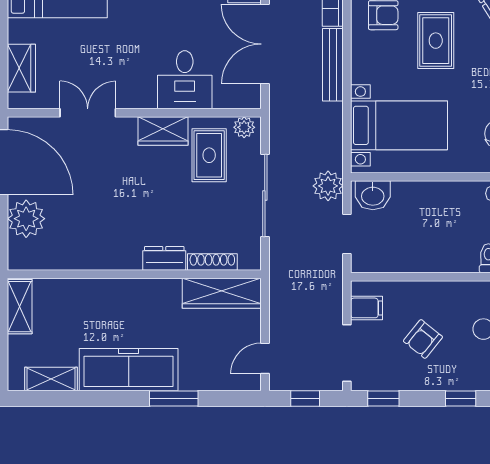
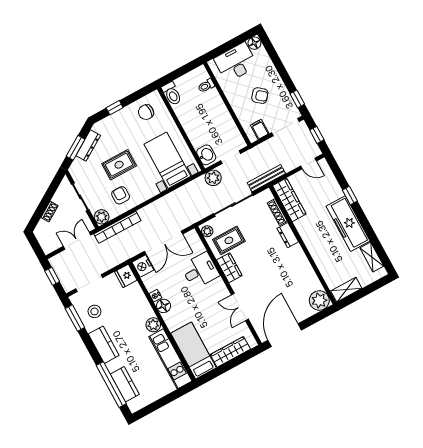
bench: (333, 65) -> (266, 178), moved
wardrobe: (21, 68) -> (230, 352), width x1.50
plant: (26, 219) -> (319, 300), moved
window: (174, 398) -> (350, 196), width x0.67
window: (461, 398) -> (278, 63), removed

